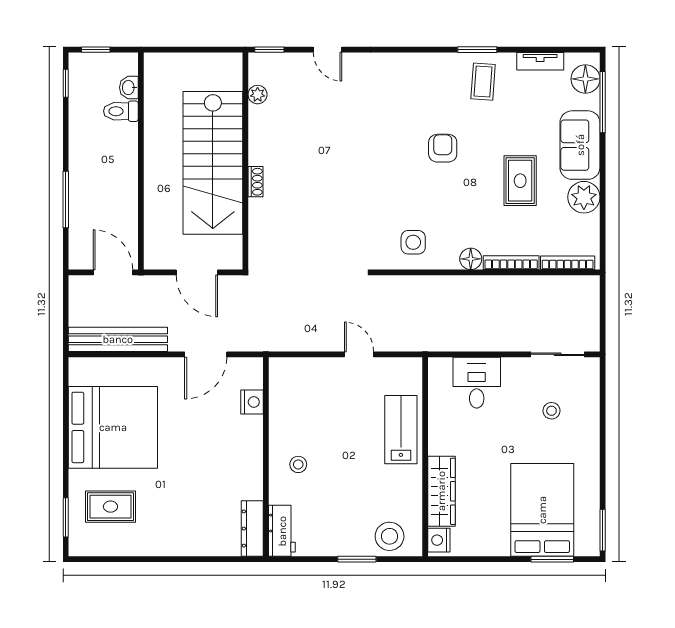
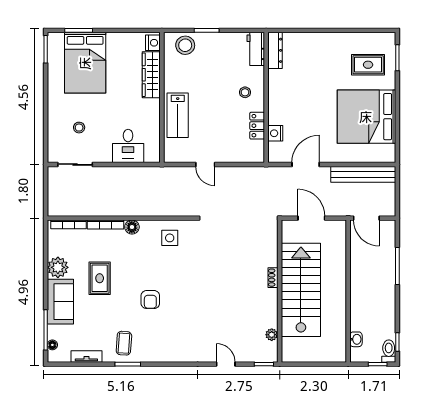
floor lamp: (585, 79) -> (52, 345), width x0.53, depth x0.53
toilet: (121, 111) -> (389, 351), moved, turned -90
locker: (280, 414) -> (257, 126), added

